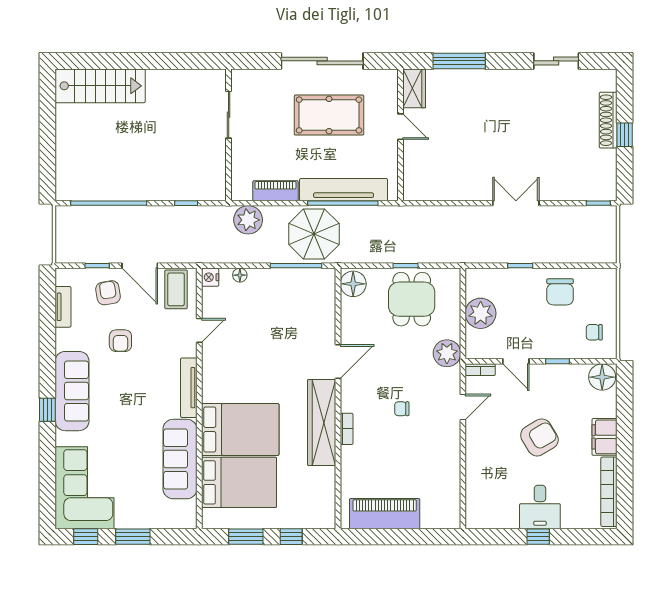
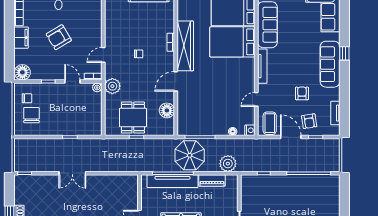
floor lamp: (353, 284) -> (167, 110), moved
chair: (560, 292) -> (31, 115), moved
plant: (481, 313) -> (97, 88), moved, width x0.53, depth x0.53

